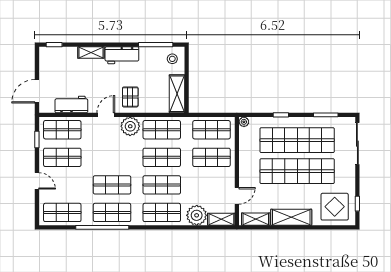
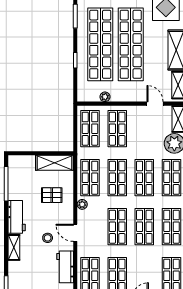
stool: (172, 59) -> (48, 238), moved
pallet: (130, 97) -> (52, 195), moved
plant: (244, 122) -> (105, 97), moved
plant: (130, 126) -> (82, 204), width x0.53, depth x0.53
shop shelf: (112, 157) -> (117, 227), added

